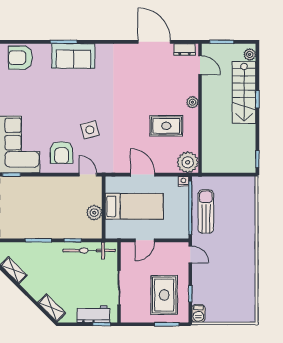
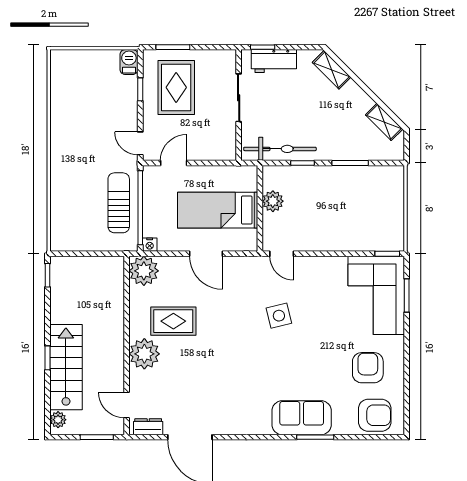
plant: (192, 102) -> (144, 354), width x1.88, depth x1.88
armchair: (62, 153) -> (368, 368), moved
sun lounger: (206, 212) -> (119, 203), turned 180
door: (145, 240) -> (174, 163), moved

